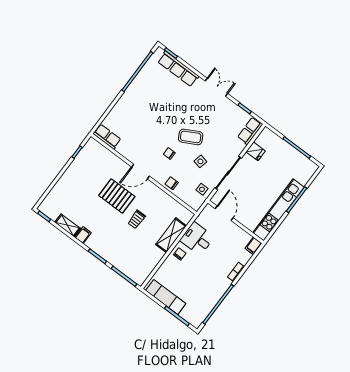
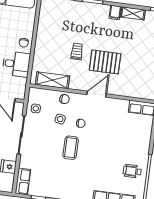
wheelchair: (147, 85) -> (132, 171), added
coffee table: (191, 137) -> (71, 148), turned -62
side table: (200, 161) -> (60, 119), moved
shelving: (171, 235) -> (52, 80), moved, turned 90

